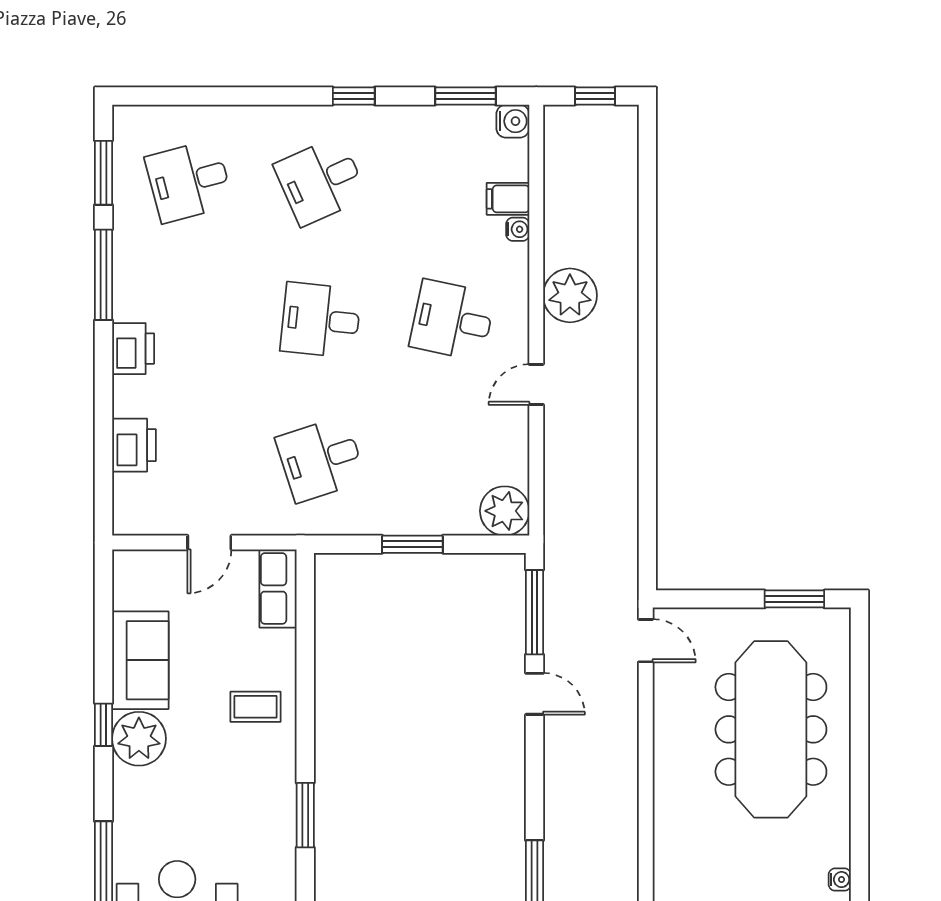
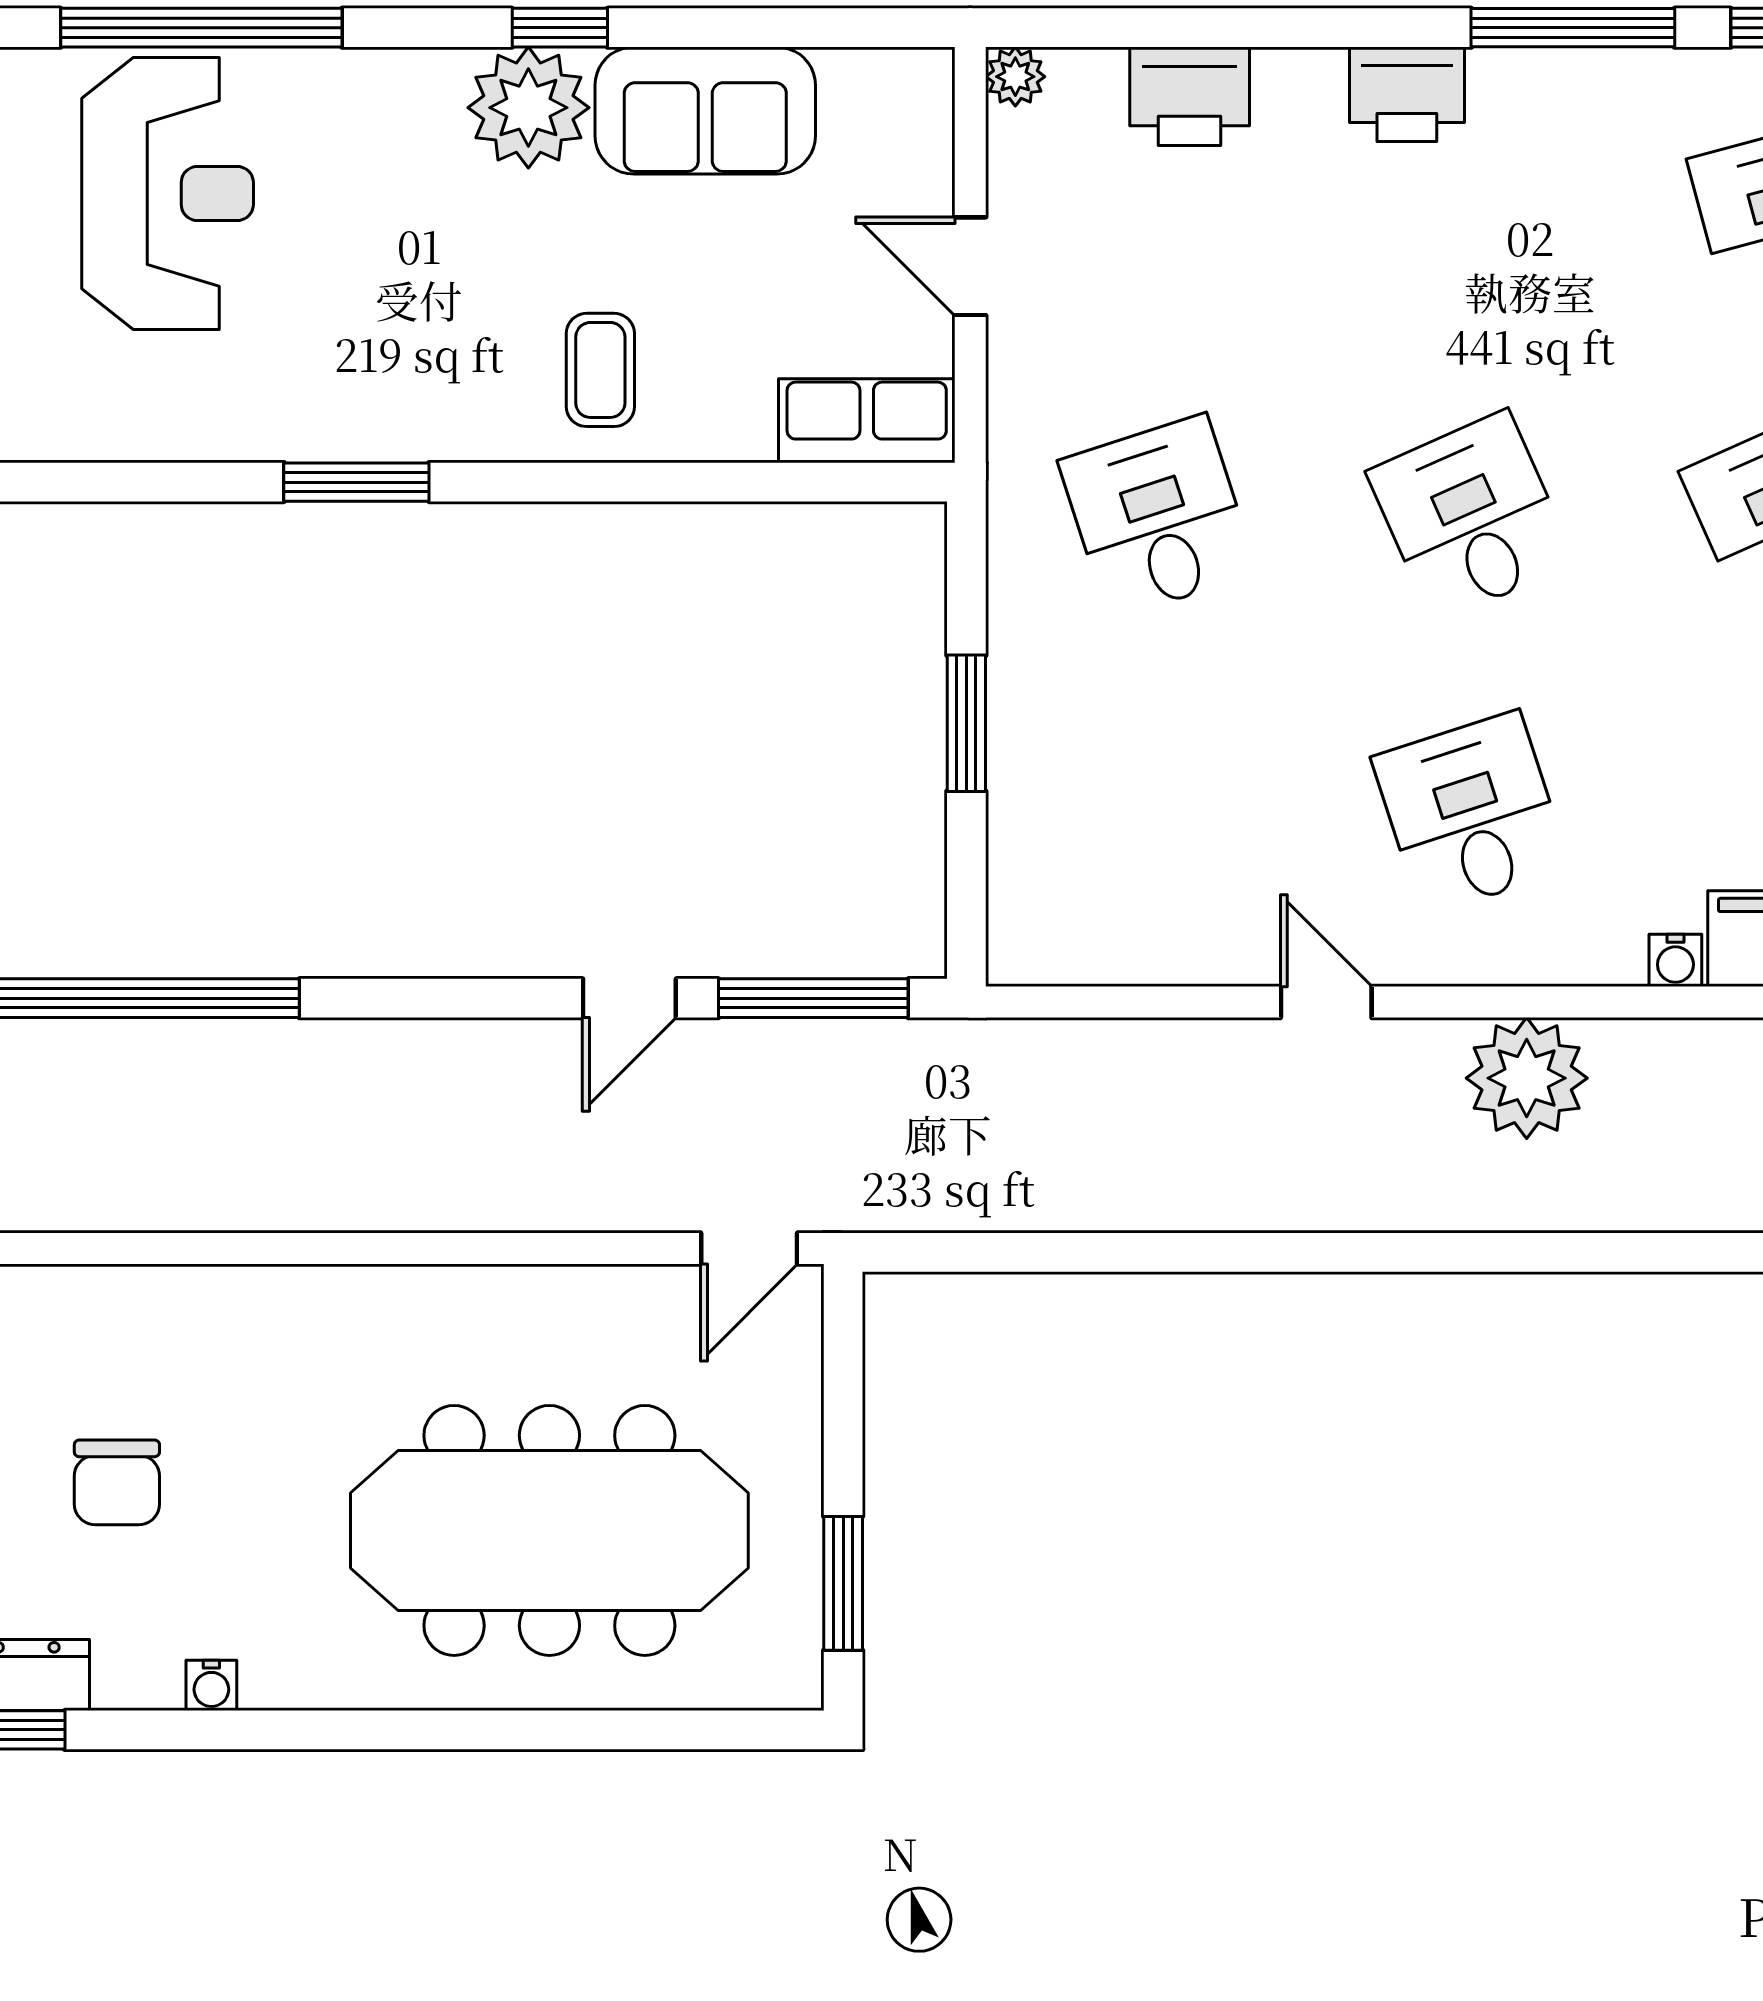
desk: (321, 320) -> (1471, 517), turned -30
desk: (452, 320) -> (1471, 813), turned -30
plant: (505, 511) -> (1015, 77), moved, width x0.53, depth x0.53

